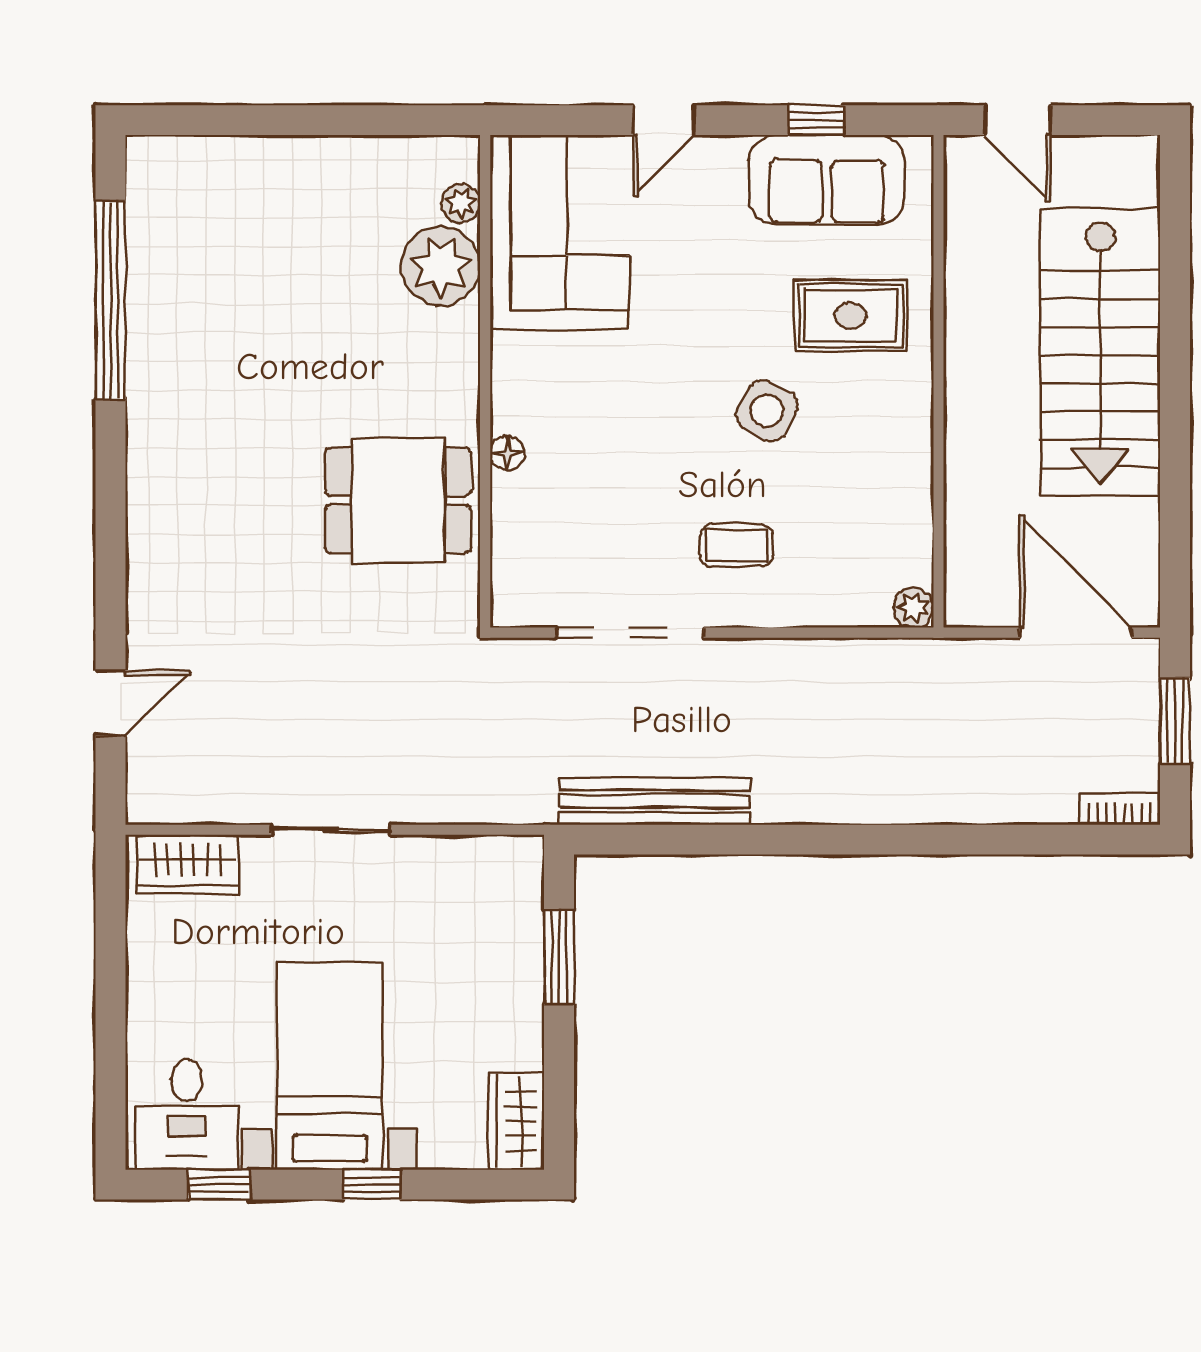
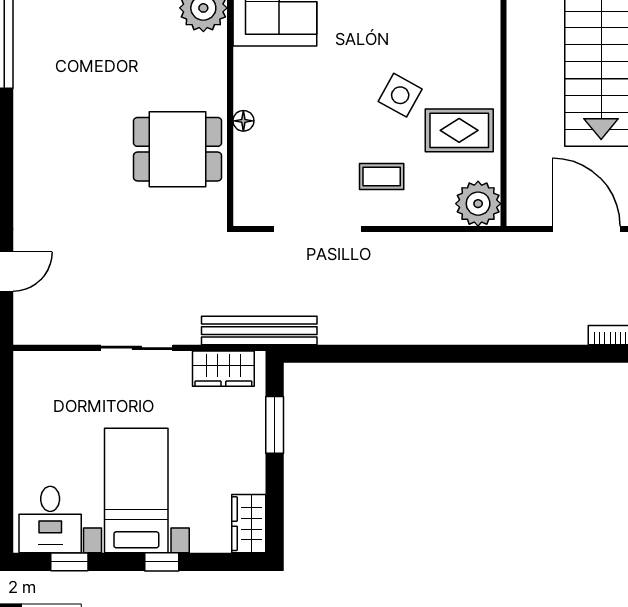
rug: (851, 316) -> (459, 130), moved
plant: (914, 608) -> (478, 204), width x1.87, depth x1.87
bench: (655, 801) -> (259, 331), moved
wardrobe: (188, 864) -> (223, 369), moved

